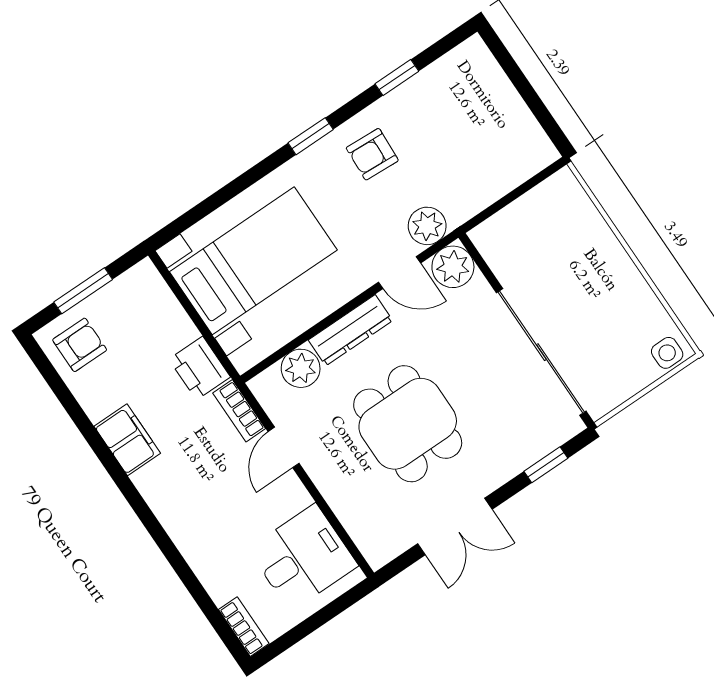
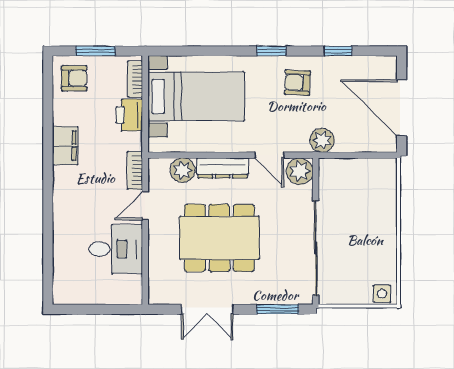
door: (529, 95) -> (402, 108), added
plant: (427, 226) -> (322, 140), moved
printer: (200, 368) -> (129, 115), moved
dining table: (408, 424) -> (219, 238), width x1.38
window: (546, 465) -> (278, 309), width x1.50
desk: (303, 557) -> (116, 249), moved
bookcase: (244, 627) -> (135, 79), moved, turned 180

